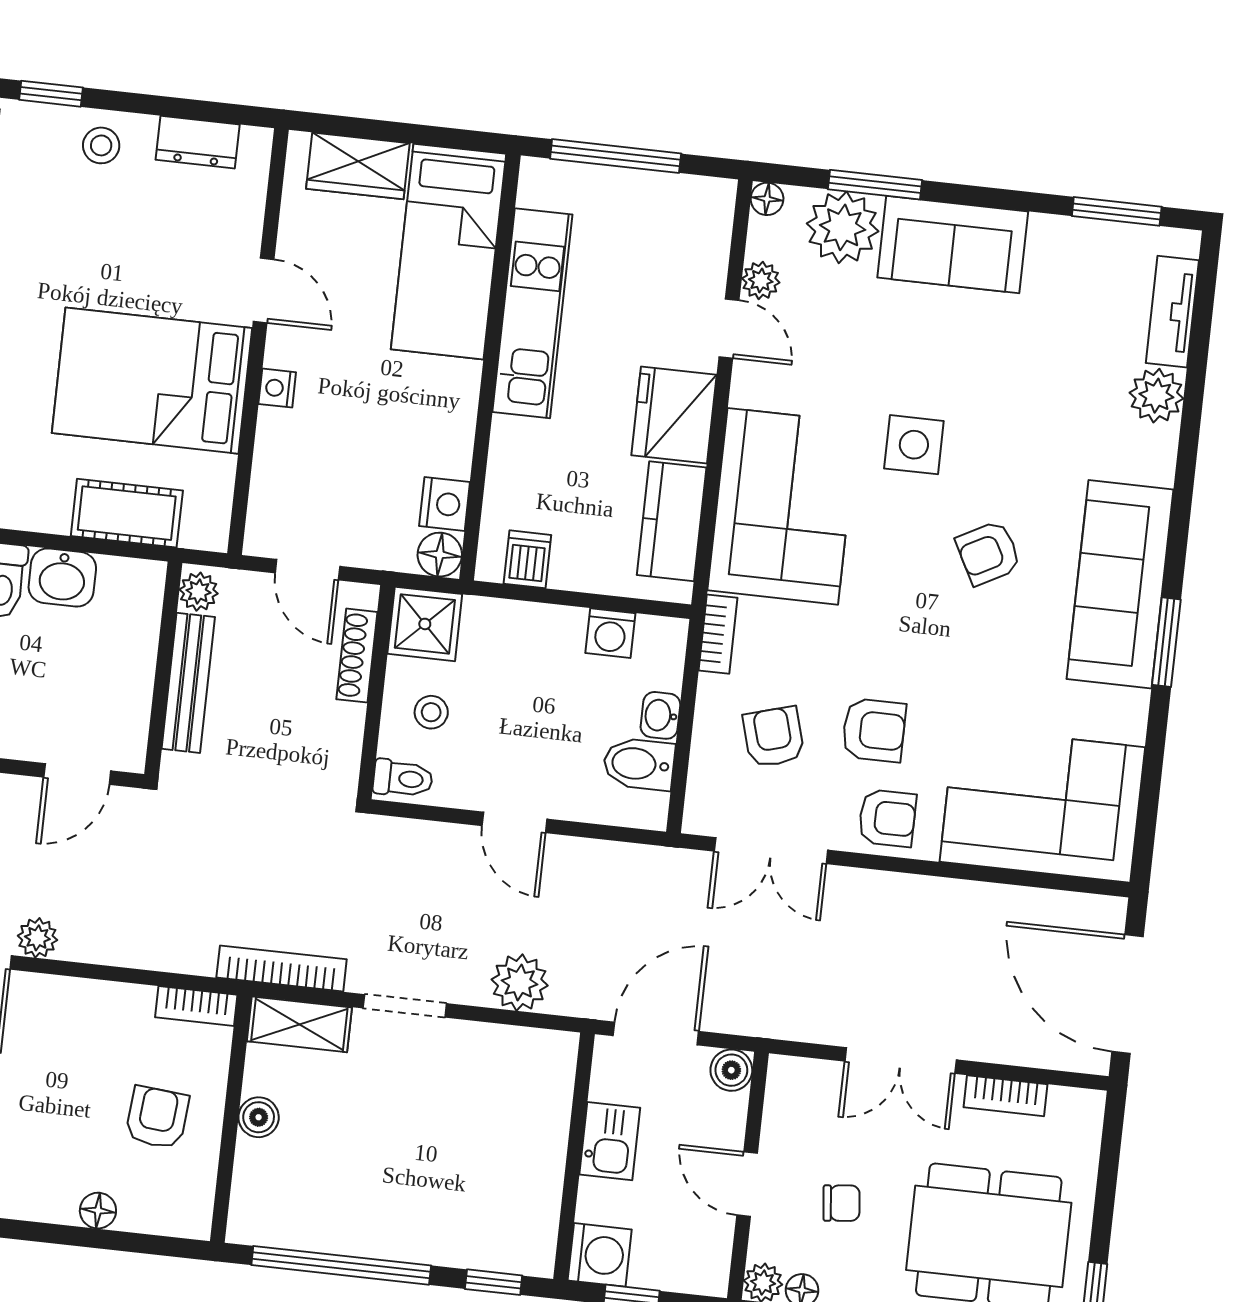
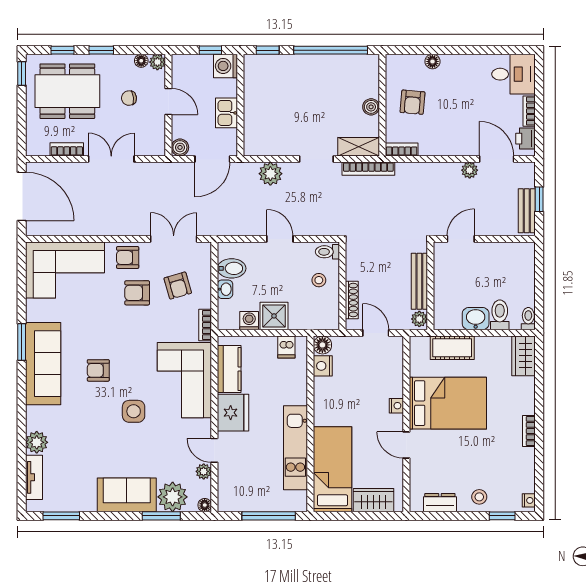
armchair: (988, 553) -> (98, 370), turned -152
shower: (425, 624) -> (274, 316), moved

